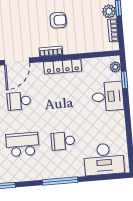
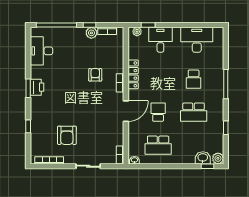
door: (17, 61) -> (126, 111), hinge flipped
school desk: (19, 101) -> (158, 112), turned 180
school desk: (22, 144) -> (194, 112), turned -90
desk: (104, 159) -> (197, 40), moved, turned -90

